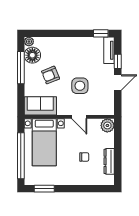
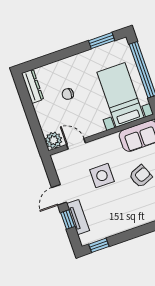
tv unit: (109, 50) -> (78, 217), moved
door: (79, 117) -> (76, 144), moved
dresser: (109, 161) -> (32, 86), moved

